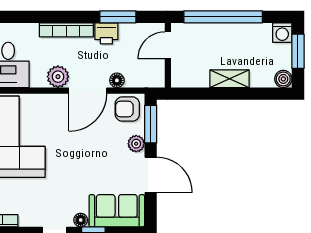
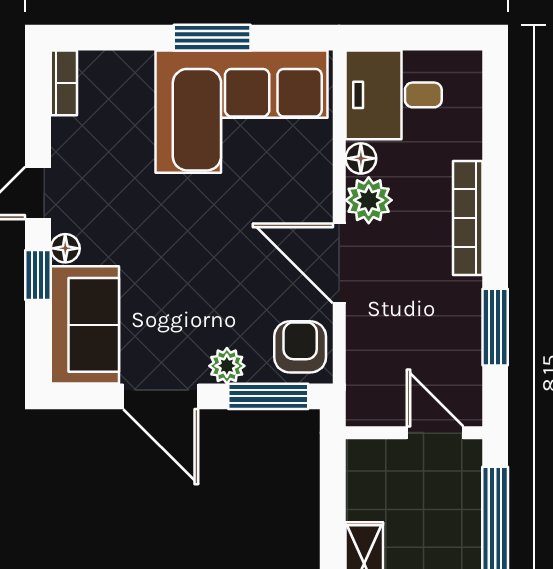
printer: (106, 33) -> (460, 303), removed
floor lamp: (117, 80) -> (361, 158), moved
door: (151, 175) -> (161, 396), hinge flipped

